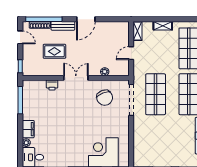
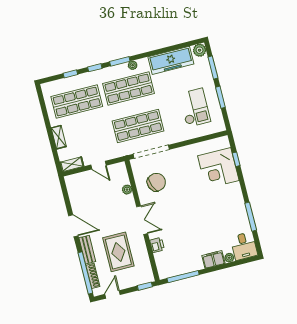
rug: (54, 51) -> (118, 252), width x1.36, depth x1.43
double door: (76, 78) -> (142, 220), swing flipped
checkout: (159, 146) -> (195, 108), added

